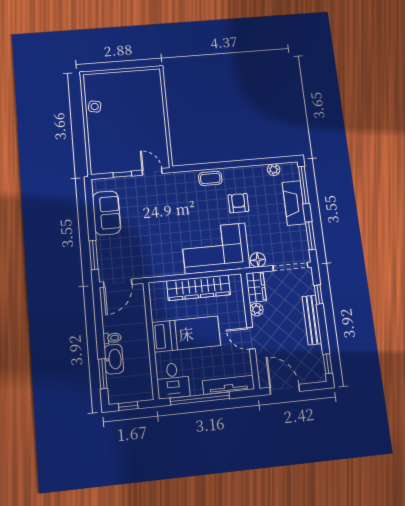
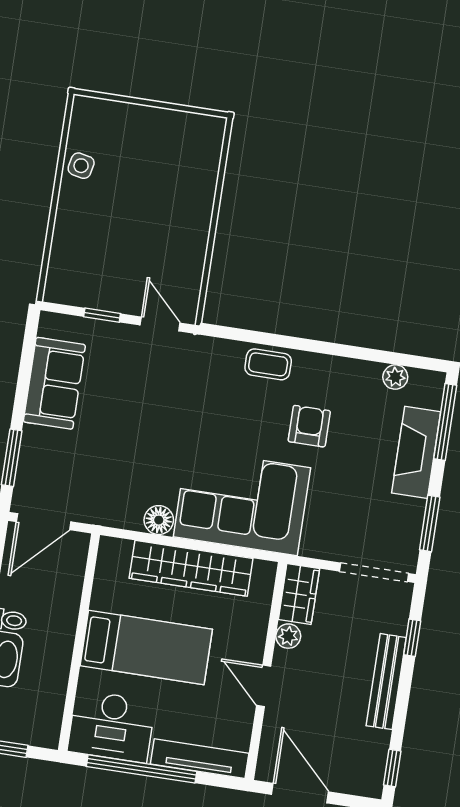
floor lamp: (258, 260) -> (159, 520), moved
desk: (173, 381) -> (111, 726), width x1.37

